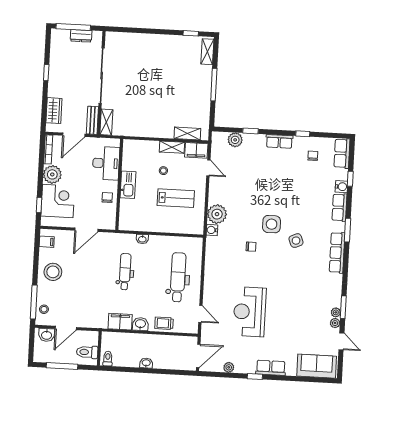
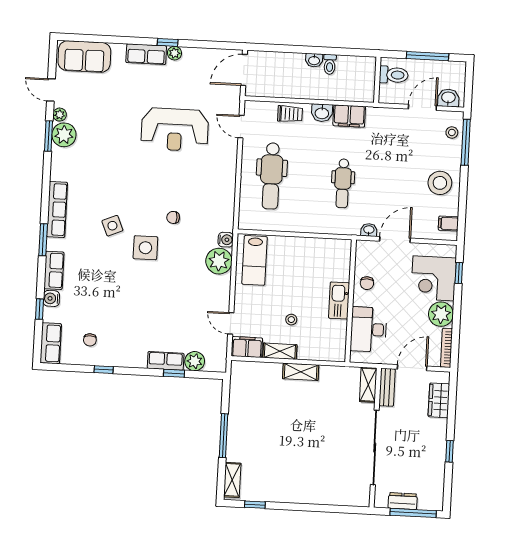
shelving: (187, 134) -> (301, 372), moved
row of seats: (279, 141) -> (166, 361), moved
lab bench: (176, 198) -> (255, 260), moved, turned -90
washbasin: (142, 239) -> (369, 230), moved
reception desk: (250, 312) -> (175, 130), turned 90
plant: (336, 312) -> (64, 135), width x1.87, depth x1.87
toilet: (108, 359) -> (330, 64), moved
plant: (229, 367) -> (174, 53), moved

